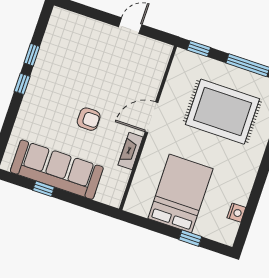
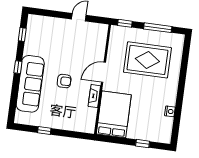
window: (32, 55) -> (22, 34), moved
sofa: (57, 170) -> (30, 84), moved, turned 90
bed: (180, 194) -> (114, 114), moved
nightstand: (236, 213) -> (170, 111), moved

